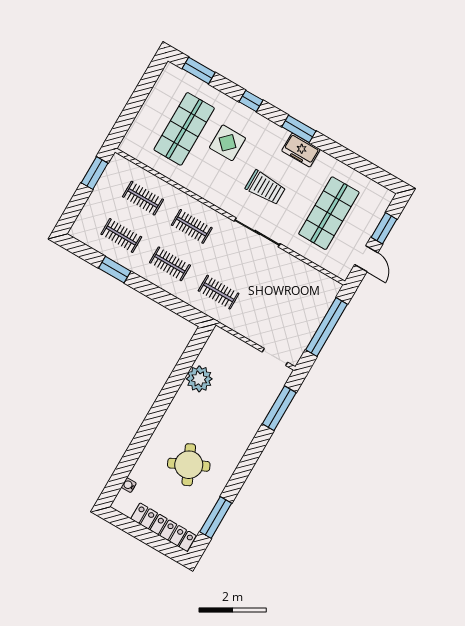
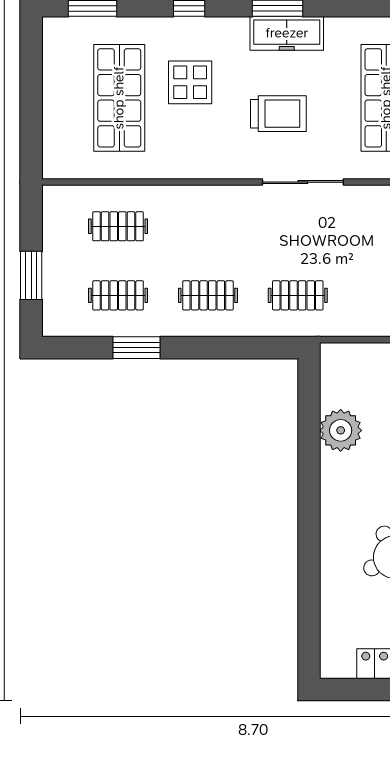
freezer: (301, 150) -> (287, 33), width x1.40
window: (95, 173) -> (31, 275), moved
clothes rail: (192, 226) -> (208, 226), removed
water cooler: (129, 485) -> (329, 633), removed

